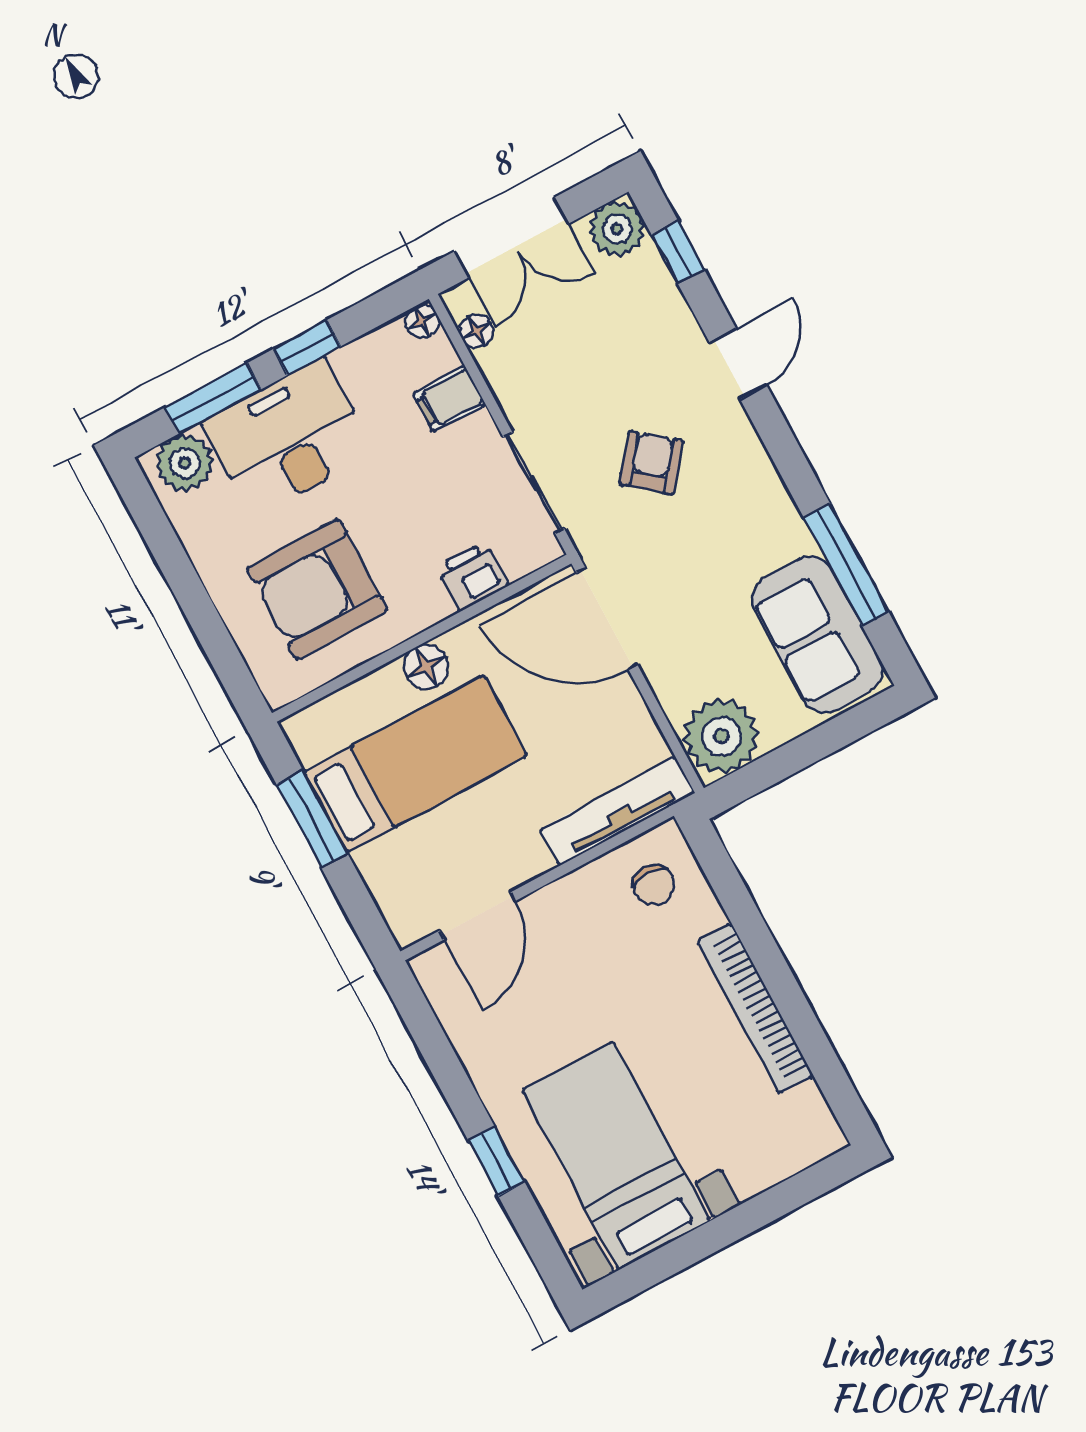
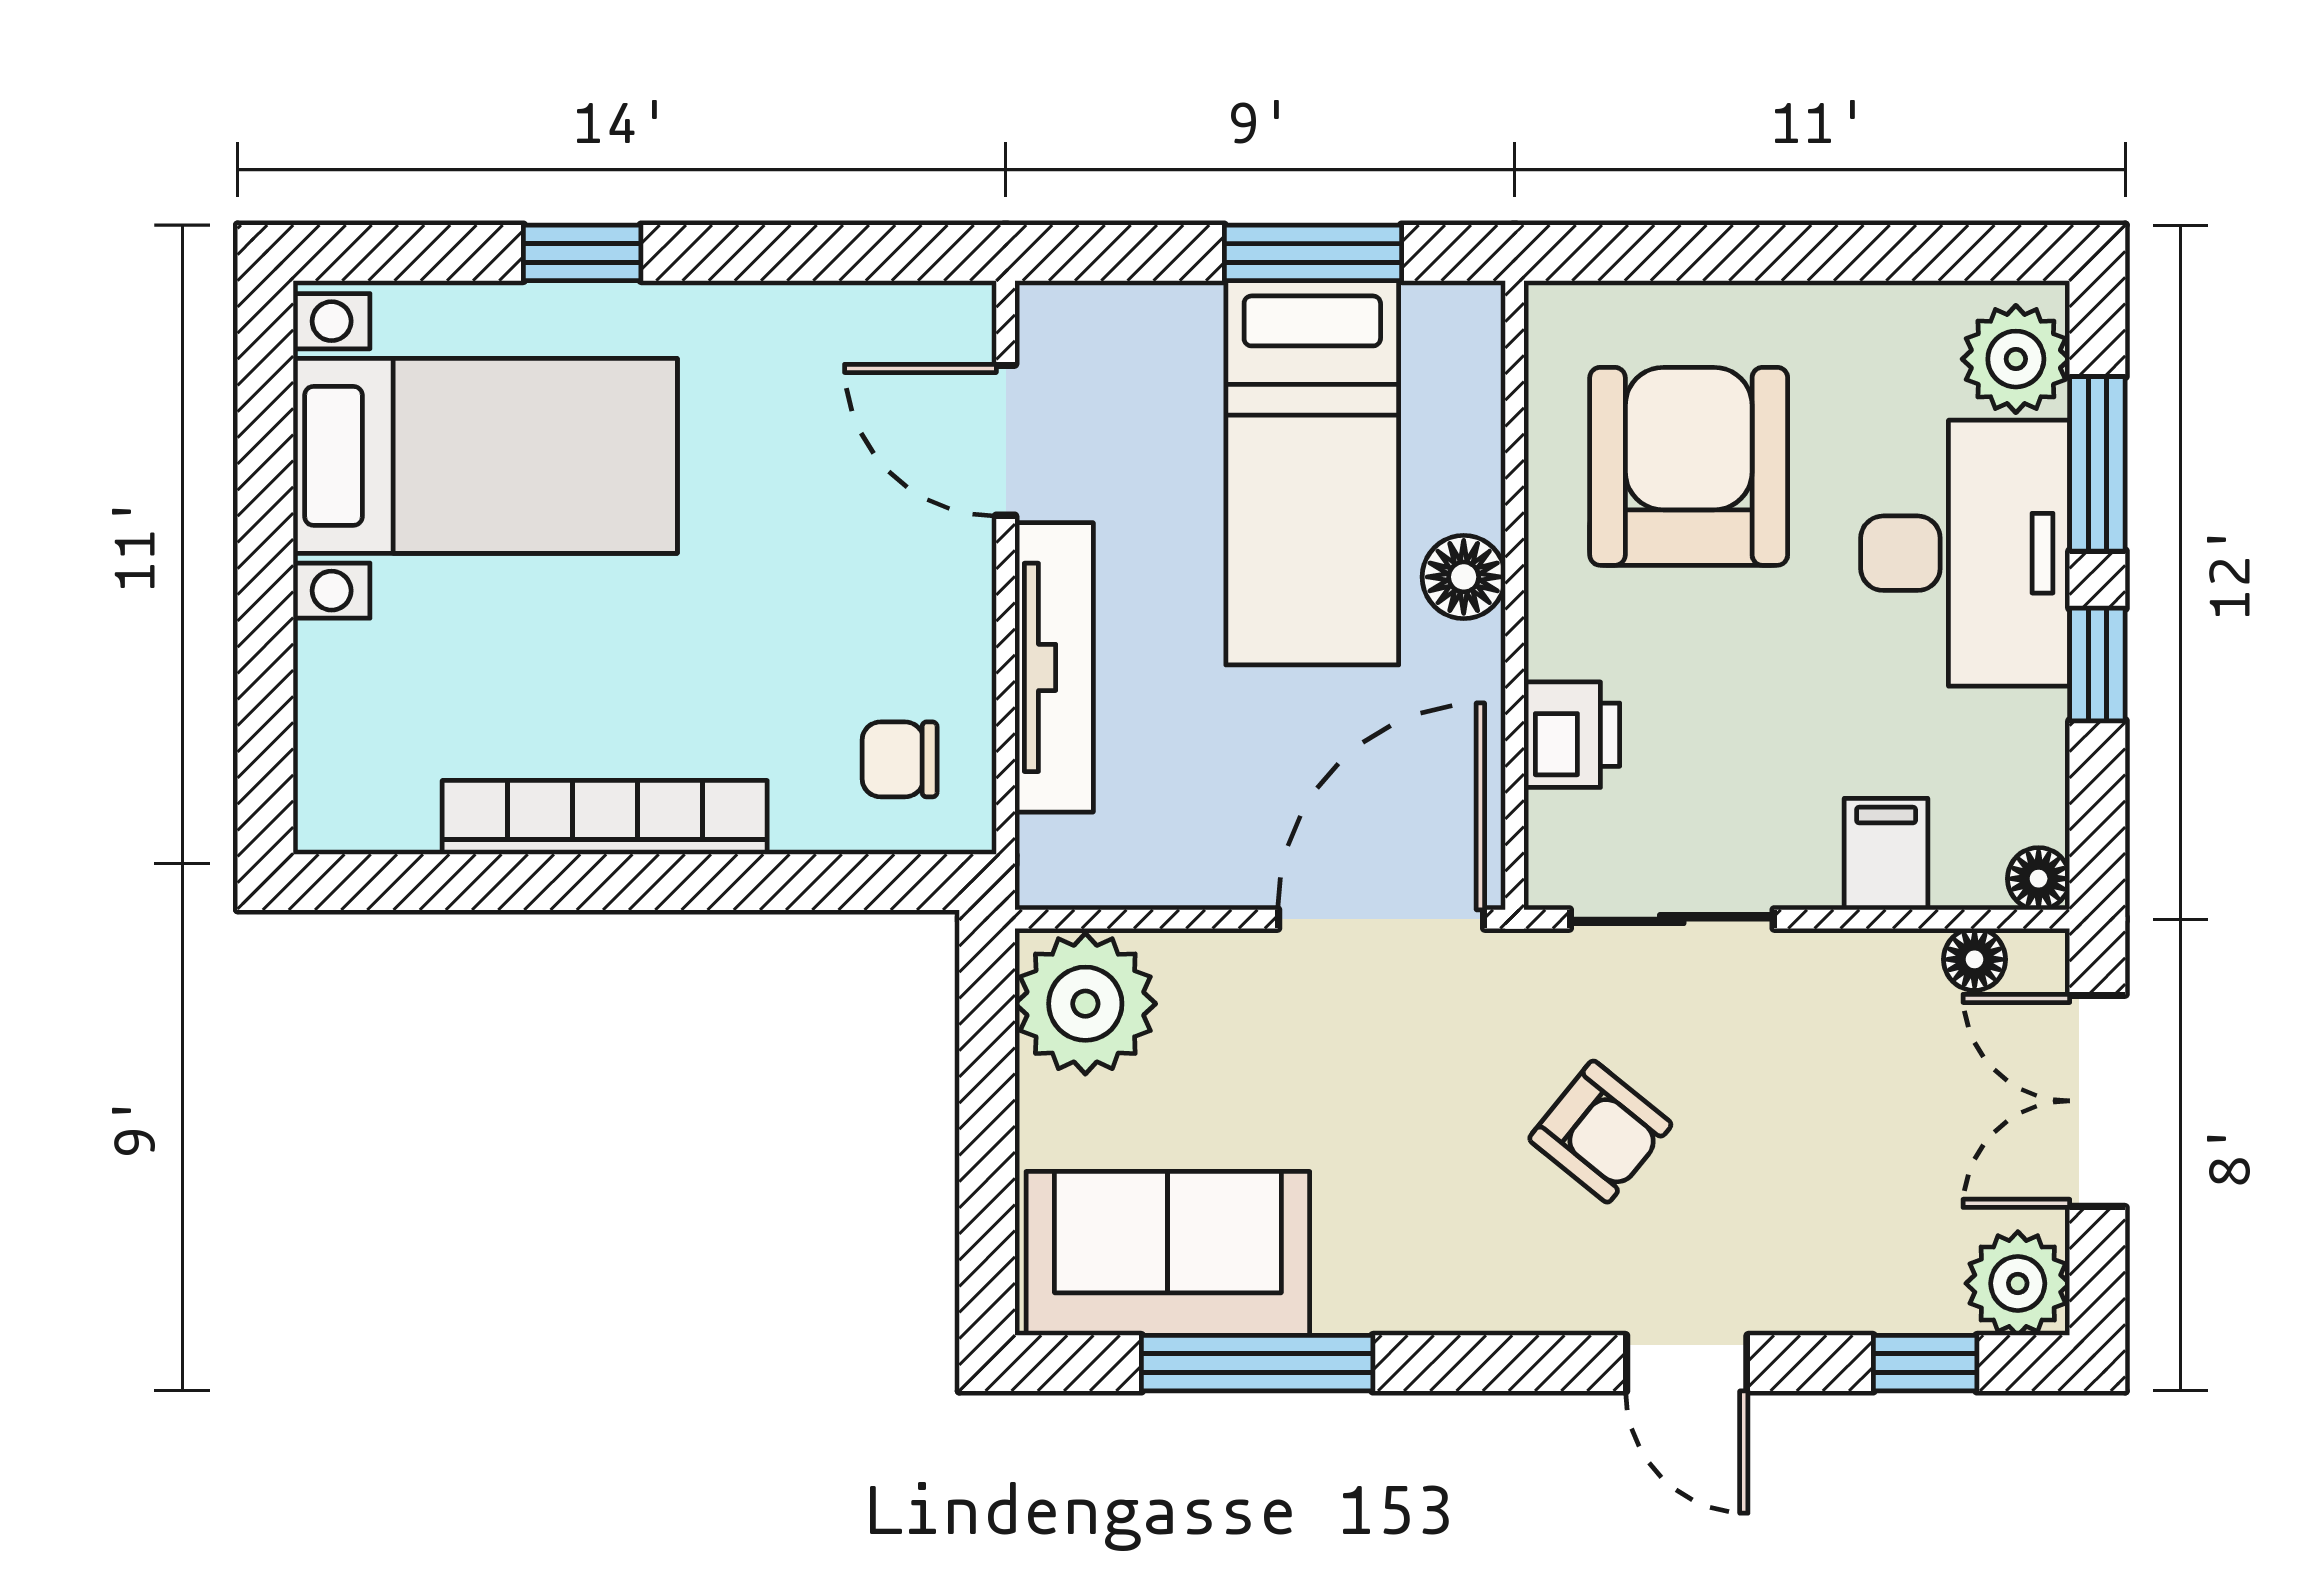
tv unit: (617, 811) -> (1054, 667), moved

